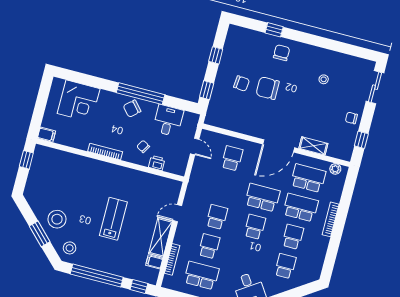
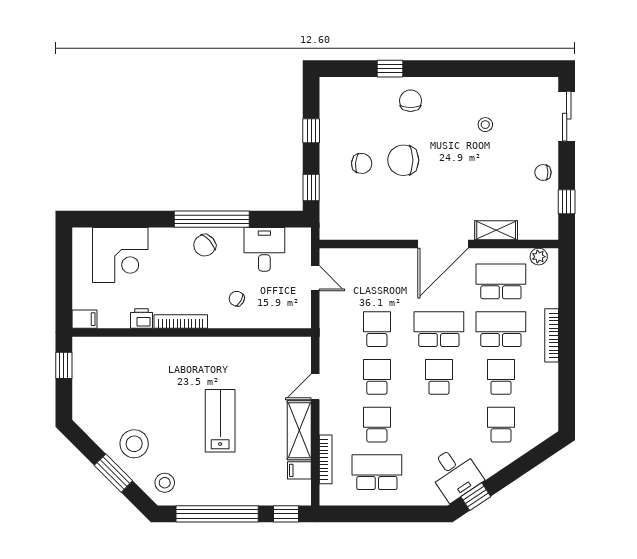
school desk: (232, 158) -> (377, 329), moved
printer: (157, 163) -> (141, 318), moved

